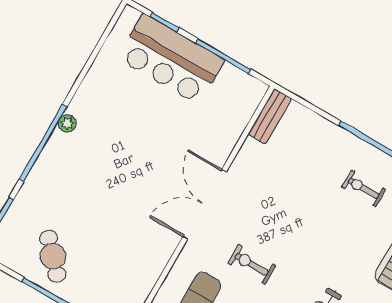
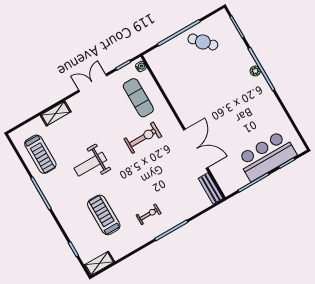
plant: (67, 124) -> (255, 71), moved
double door: (205, 204) -> (196, 149), moved
exercise bike: (252, 264) -> (143, 138), width x1.38, depth x1.39

